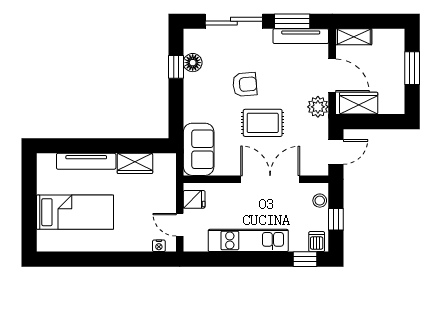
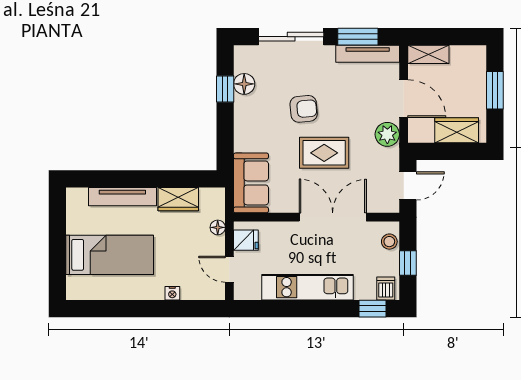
wardrobe: (359, 103) -> (457, 130), moved
floor lamp: (169, 188) -> (218, 227), added
nightstand: (159, 246) -> (172, 293), moved

